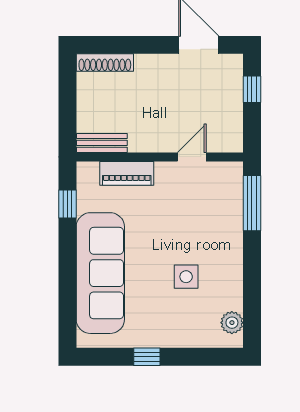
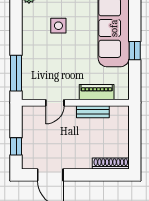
bench: (102, 143) -> (93, 112), moved
window: (67, 204) -> (135, 51), moved

